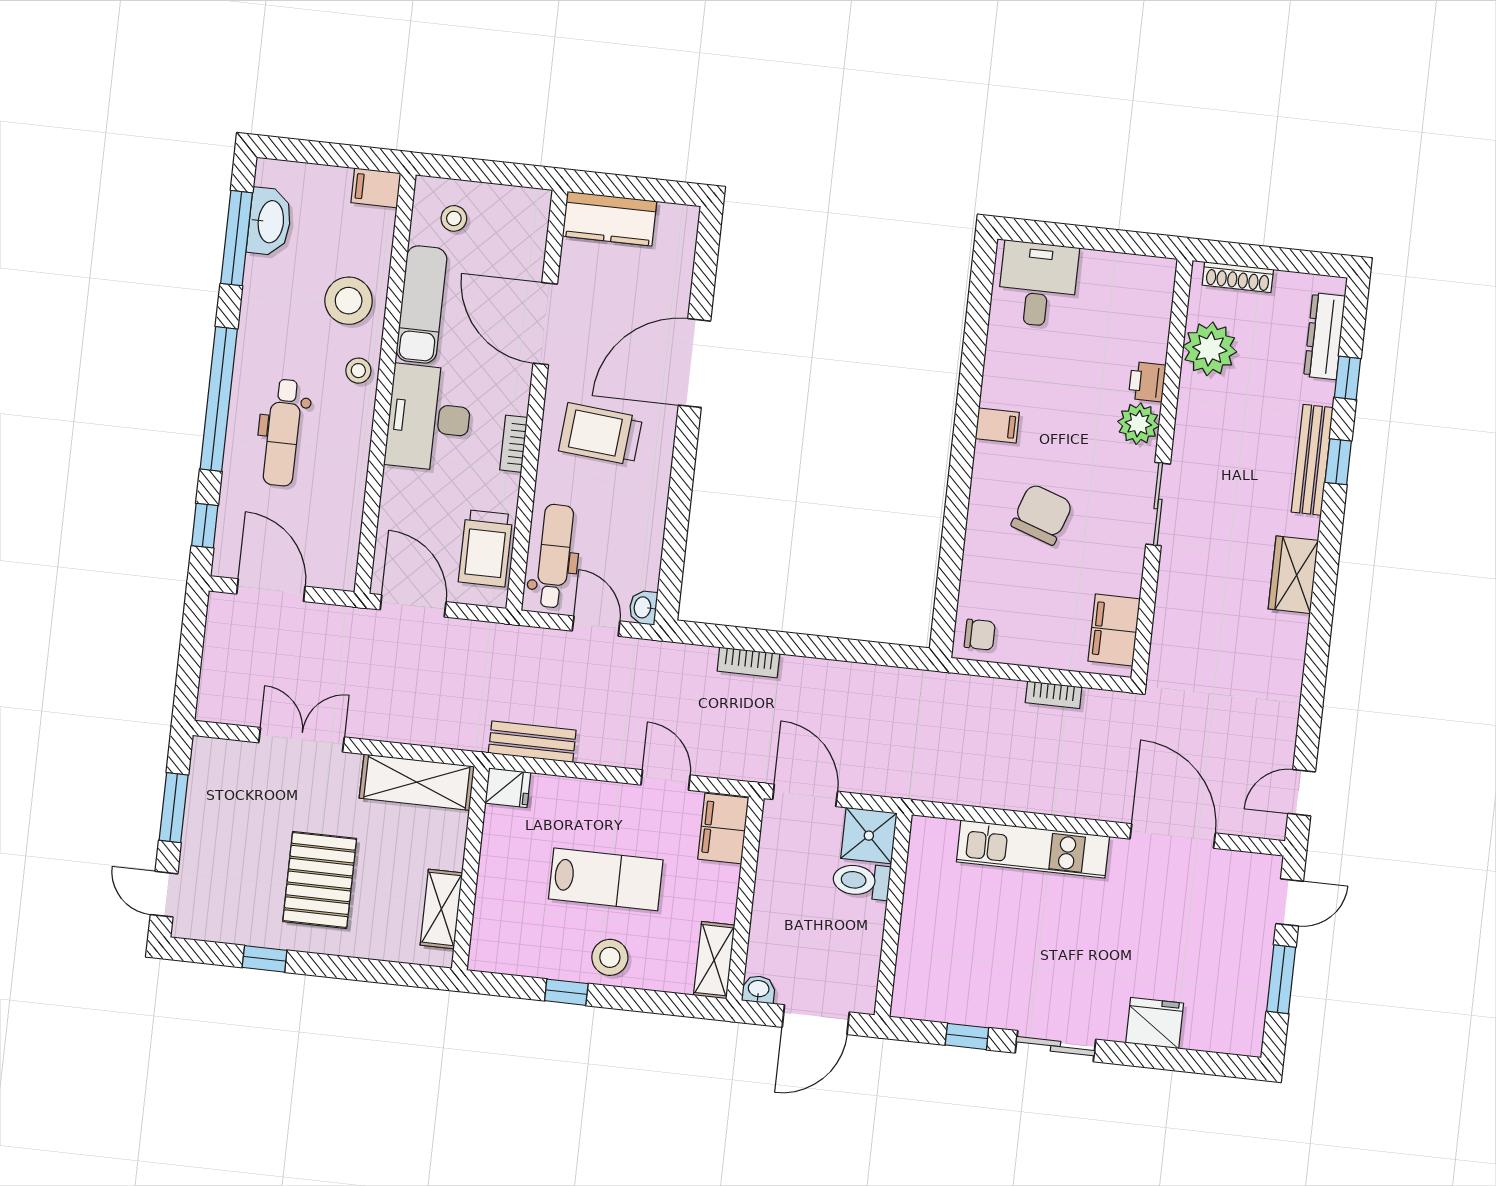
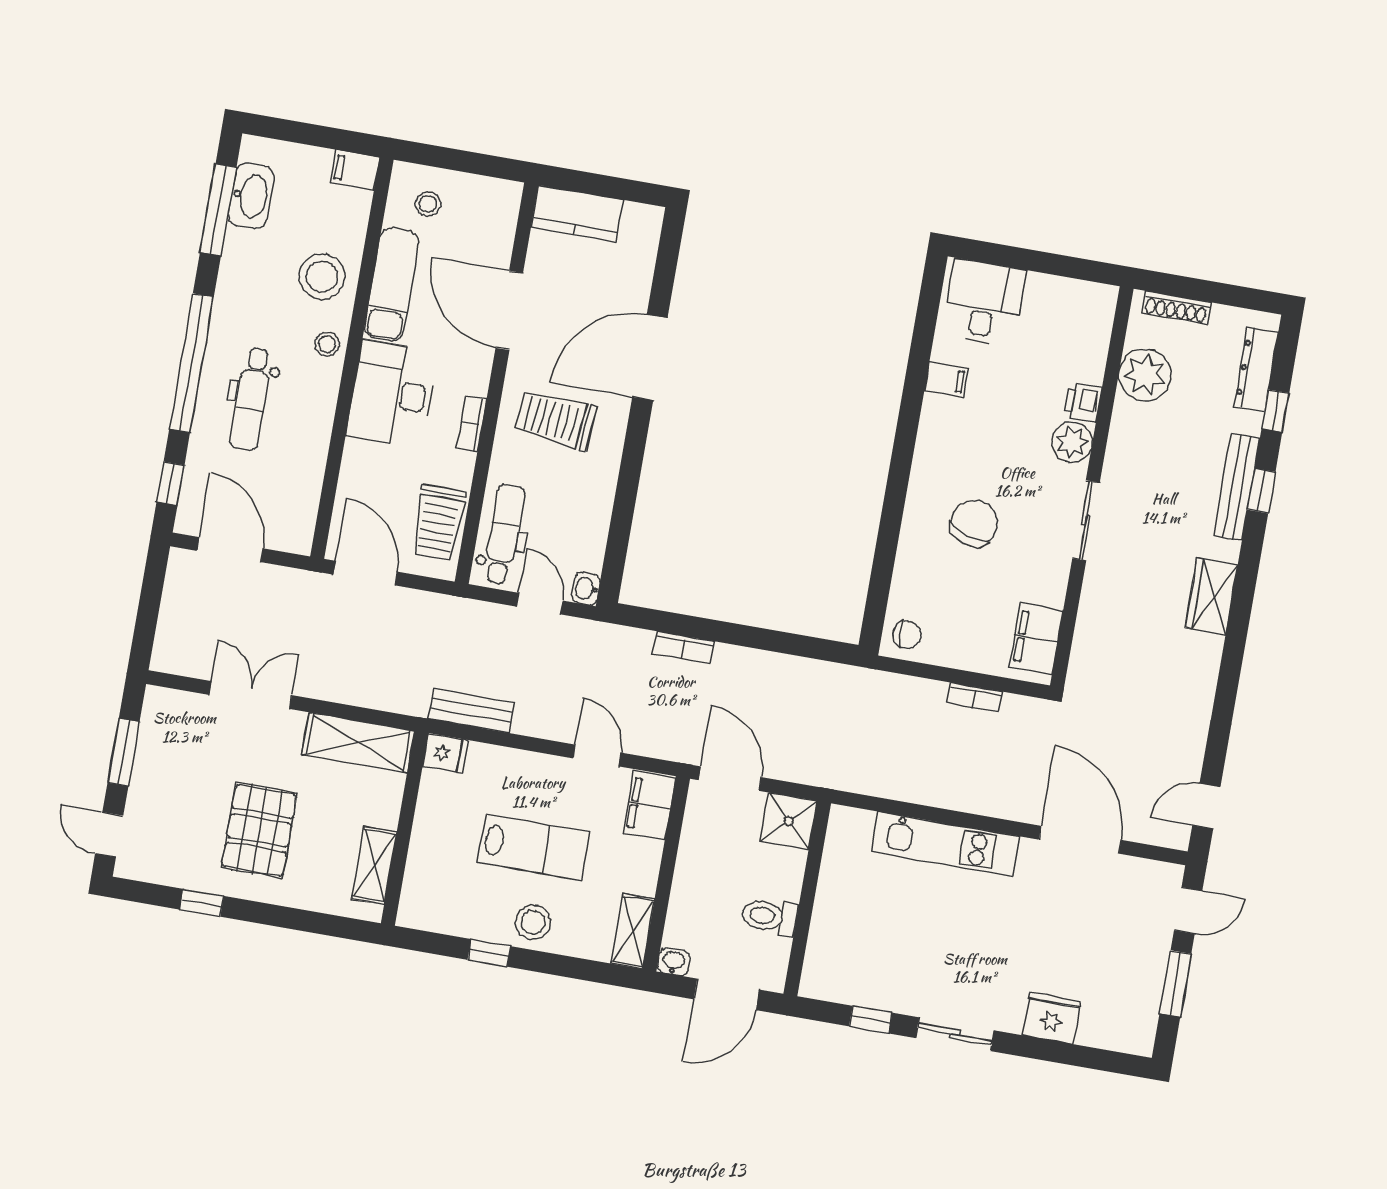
filing cabinet: (997, 426) -> (946, 379), moved
toilet: (861, 881) -> (770, 917), moved

